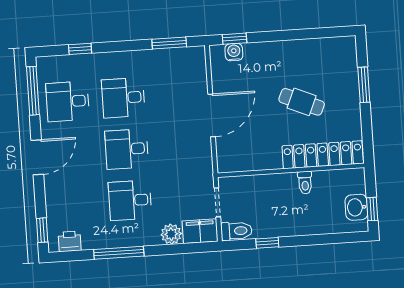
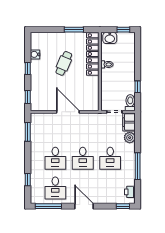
window: (288, 35) -> (28, 68), added
water cooler: (234, 52) -> (35, 54), moved
window: (364, 85) -> (74, 30), moved
washbasin: (356, 207) -> (110, 38), moved

